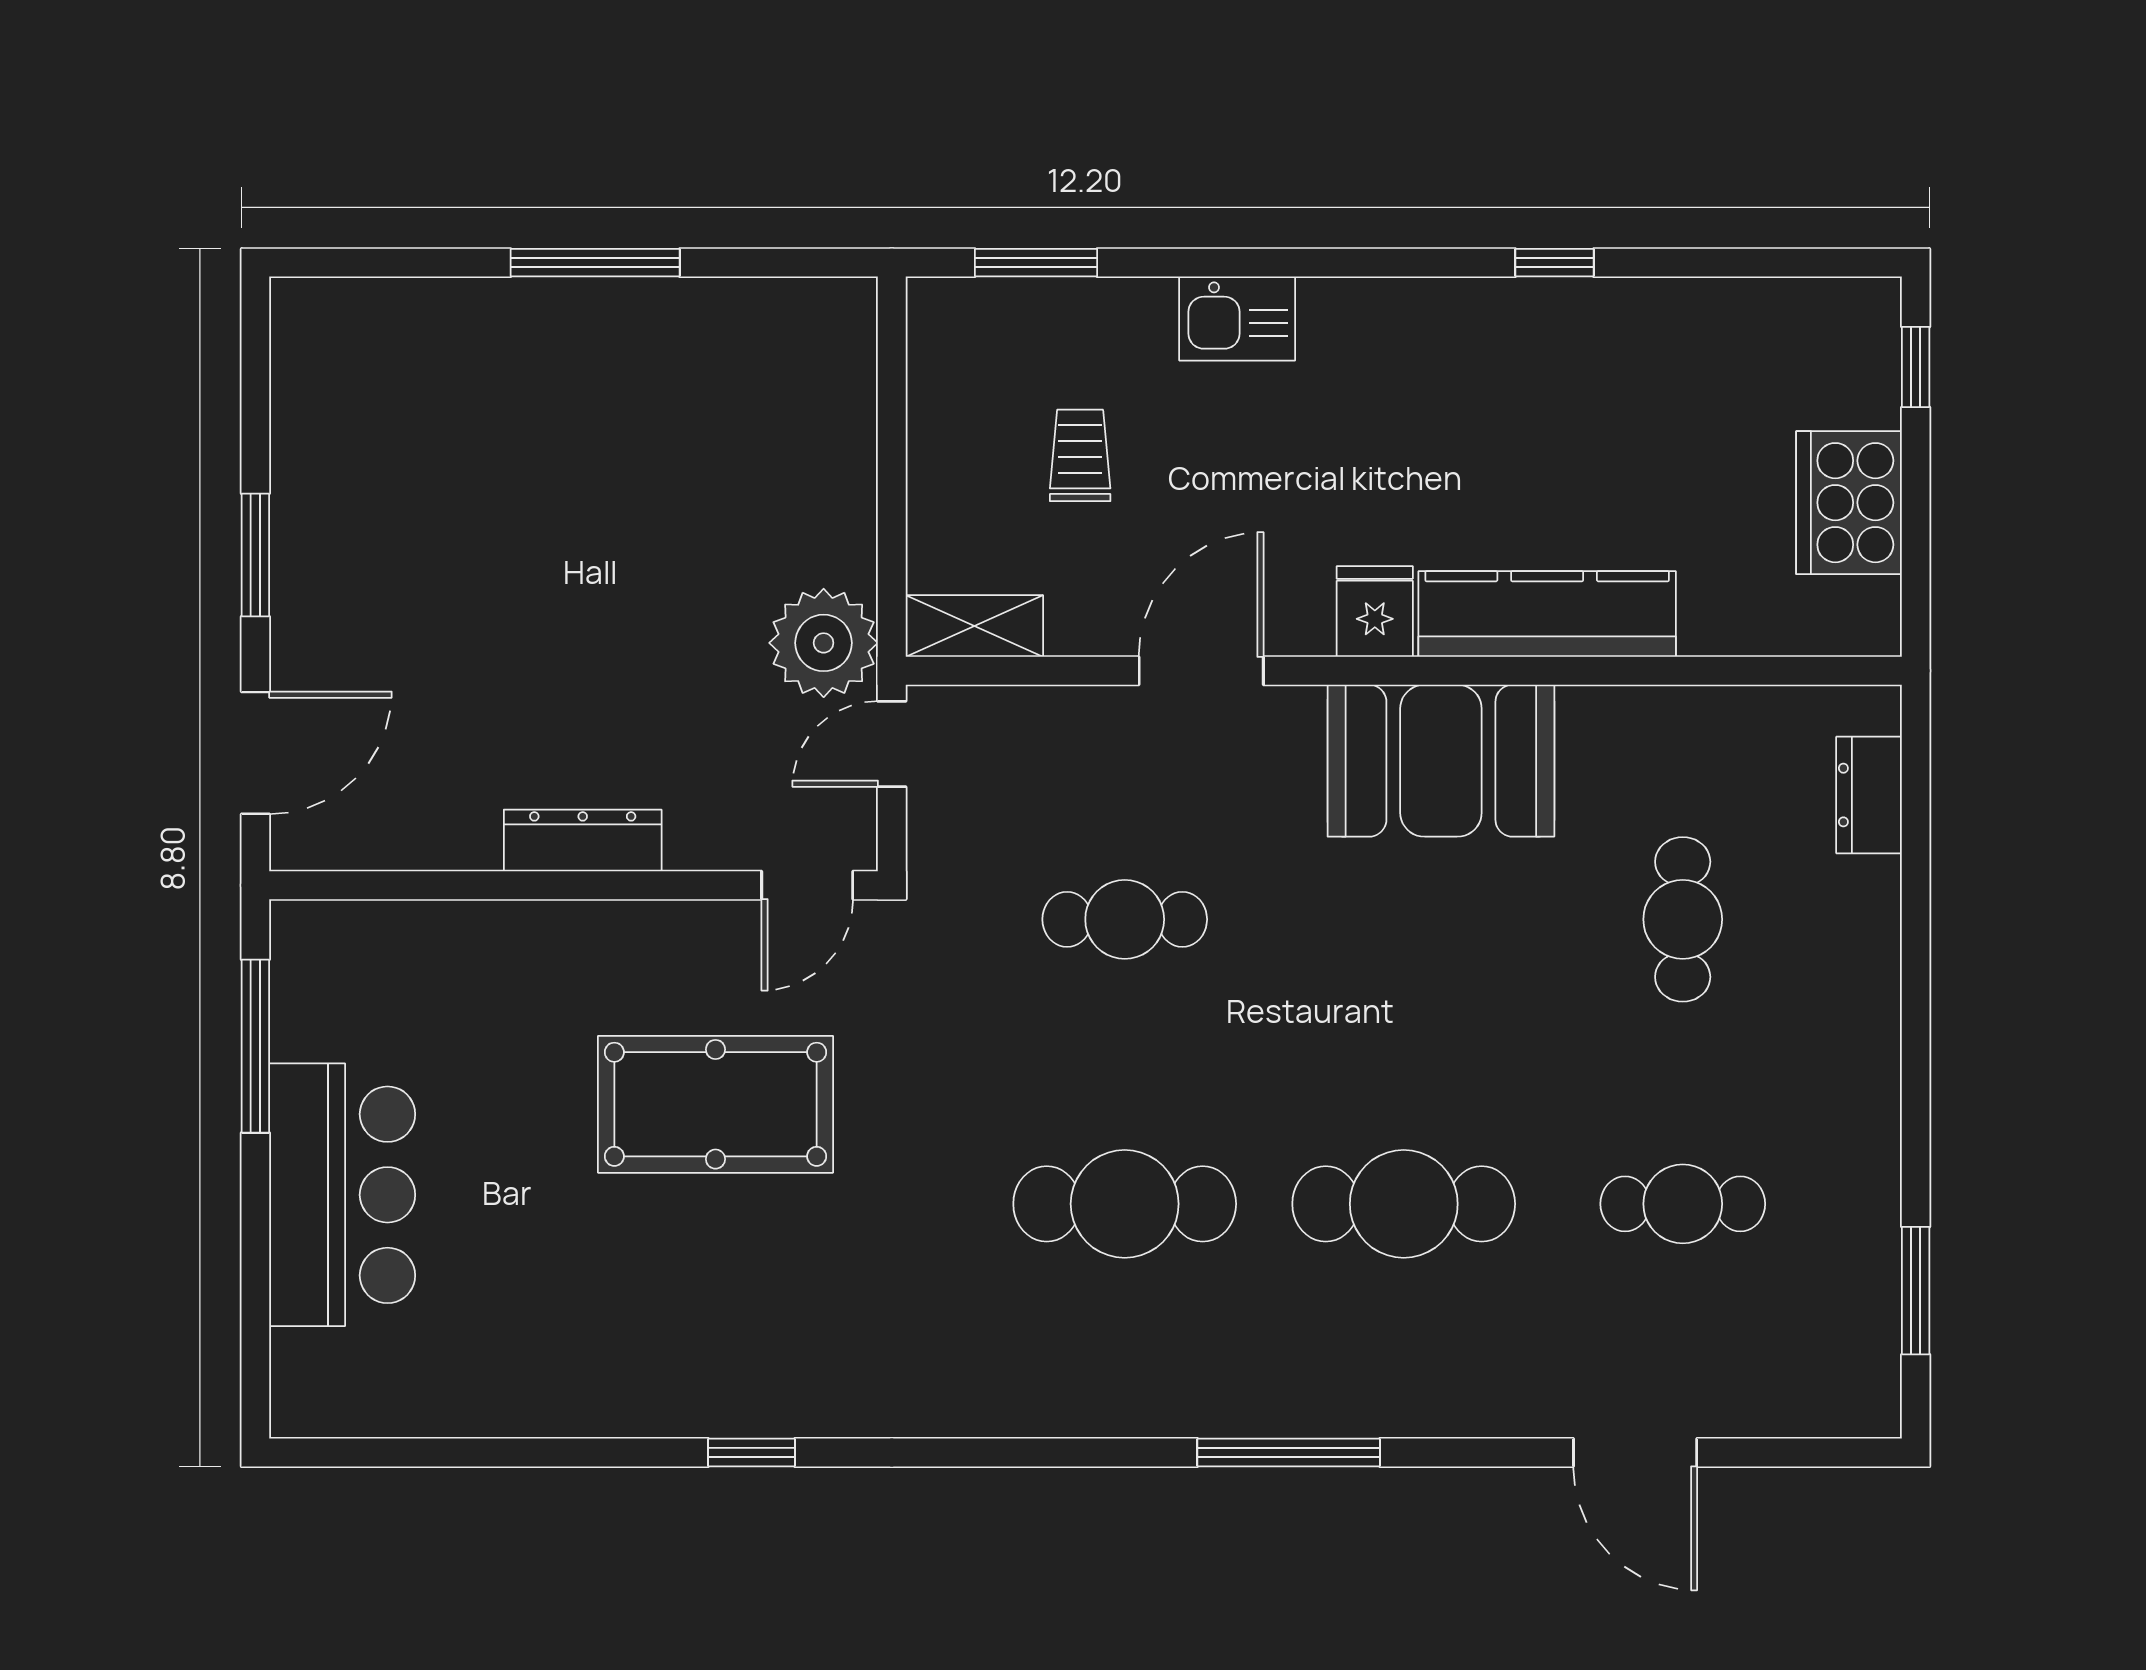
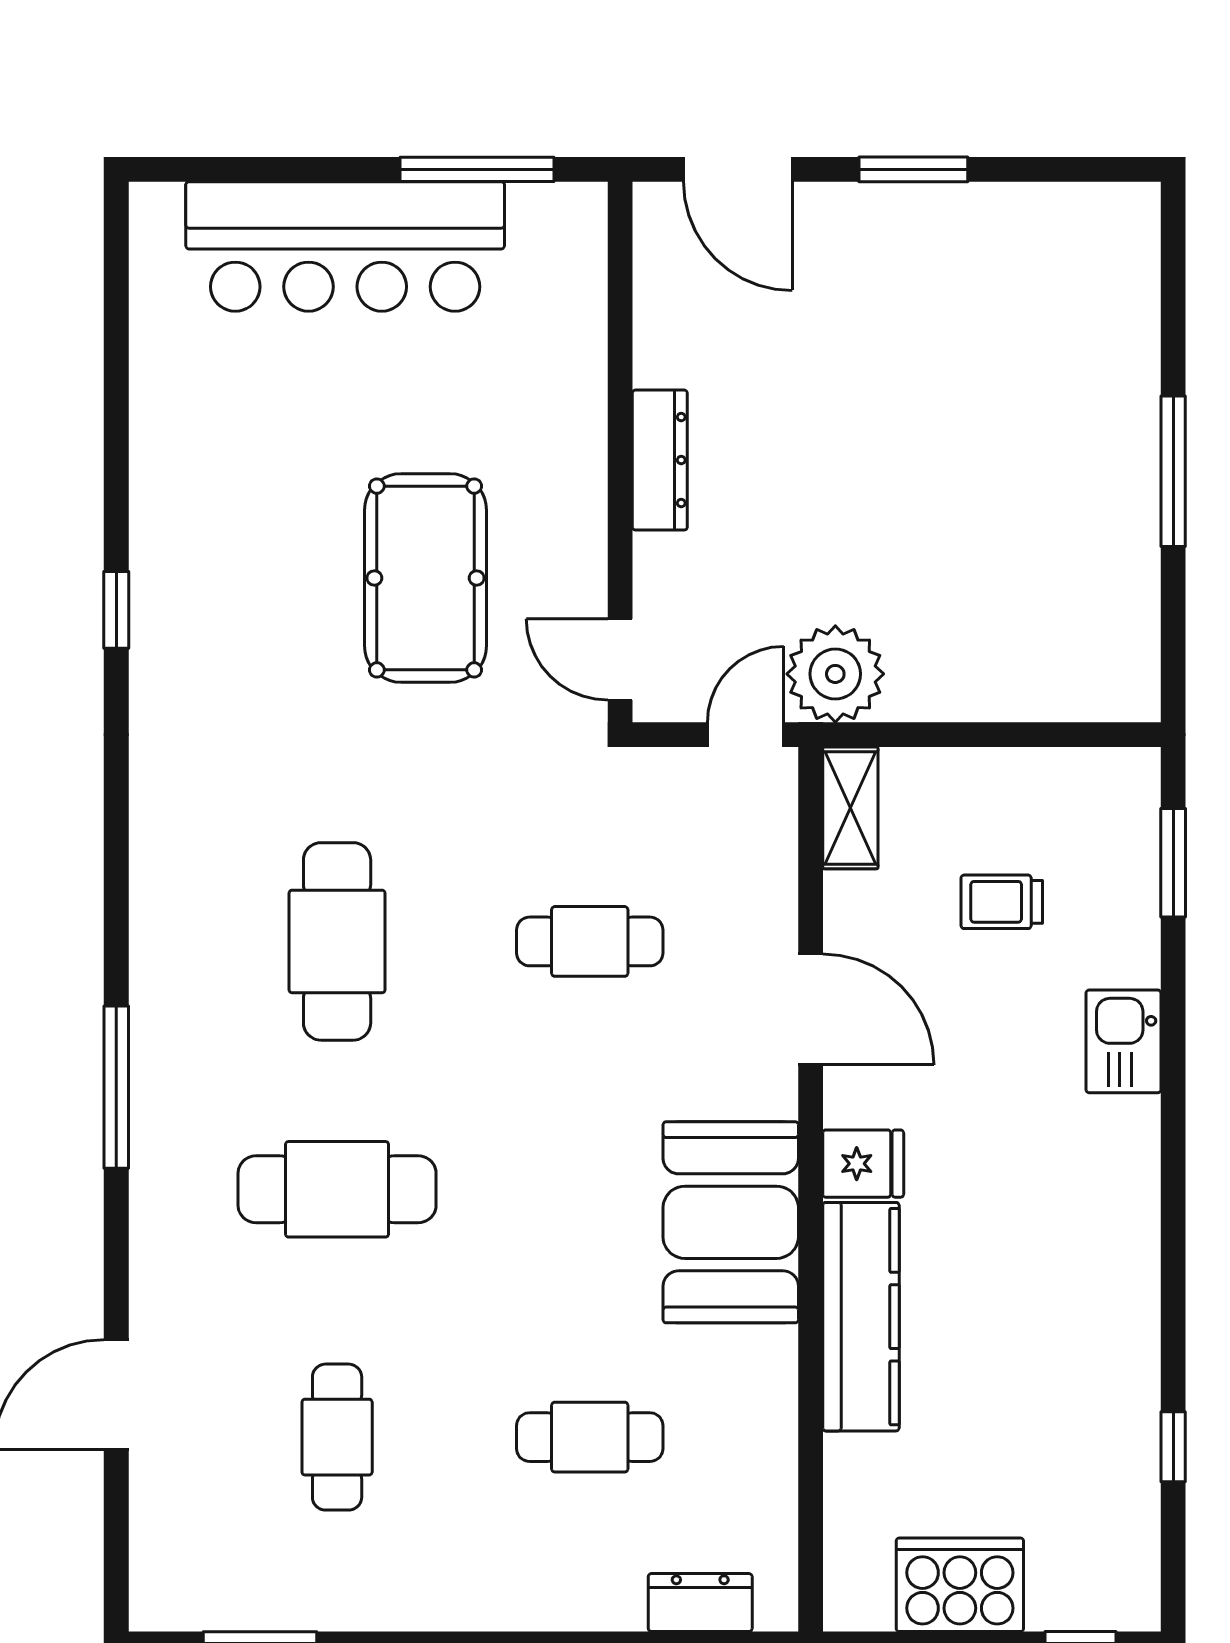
window: (1554, 263) -> (1173, 1447), moved
trolley: (1080, 455) -> (1002, 902), turned 180
door: (892, 744) -> (746, 735), hinge flipped
cafe table: (1125, 919) -> (590, 941), turned 90
bar counter: (342, 1195) -> (345, 246), width x1.36
cafe table: (1404, 1204) -> (337, 1189), turned 90

